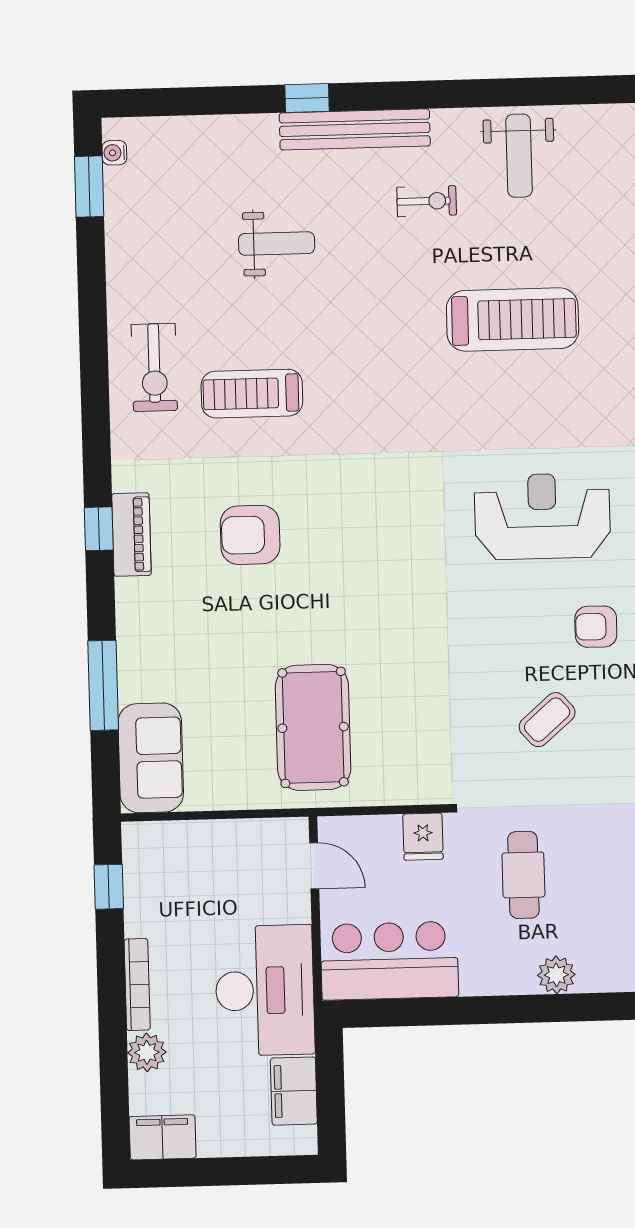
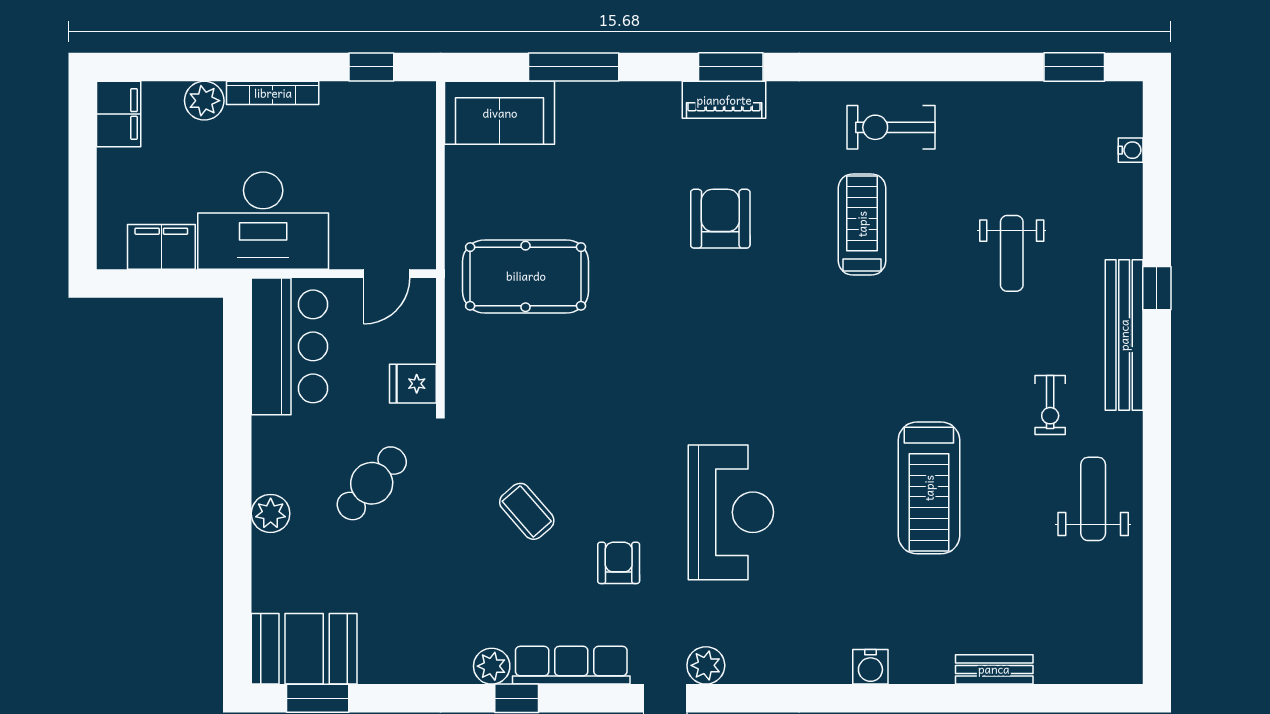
water cooler: (114, 153) -> (1131, 150), moved, turned 90
weight bench: (519, 156) -> (1093, 499), turned 90
window: (99, 529) -> (731, 67), width x1.50
cafe table: (523, 875) -> (372, 483), turned -48

